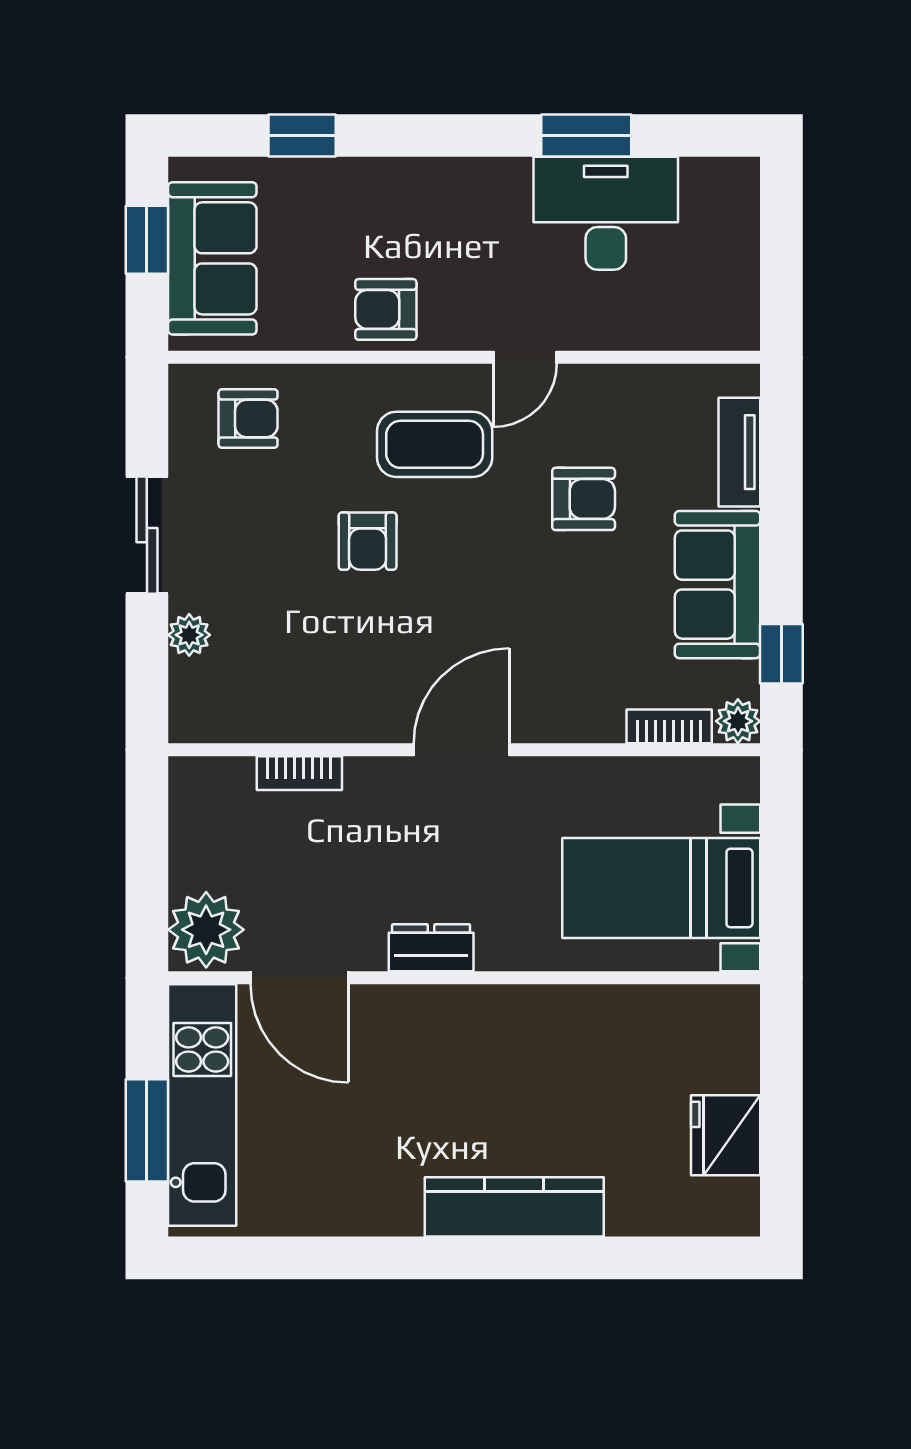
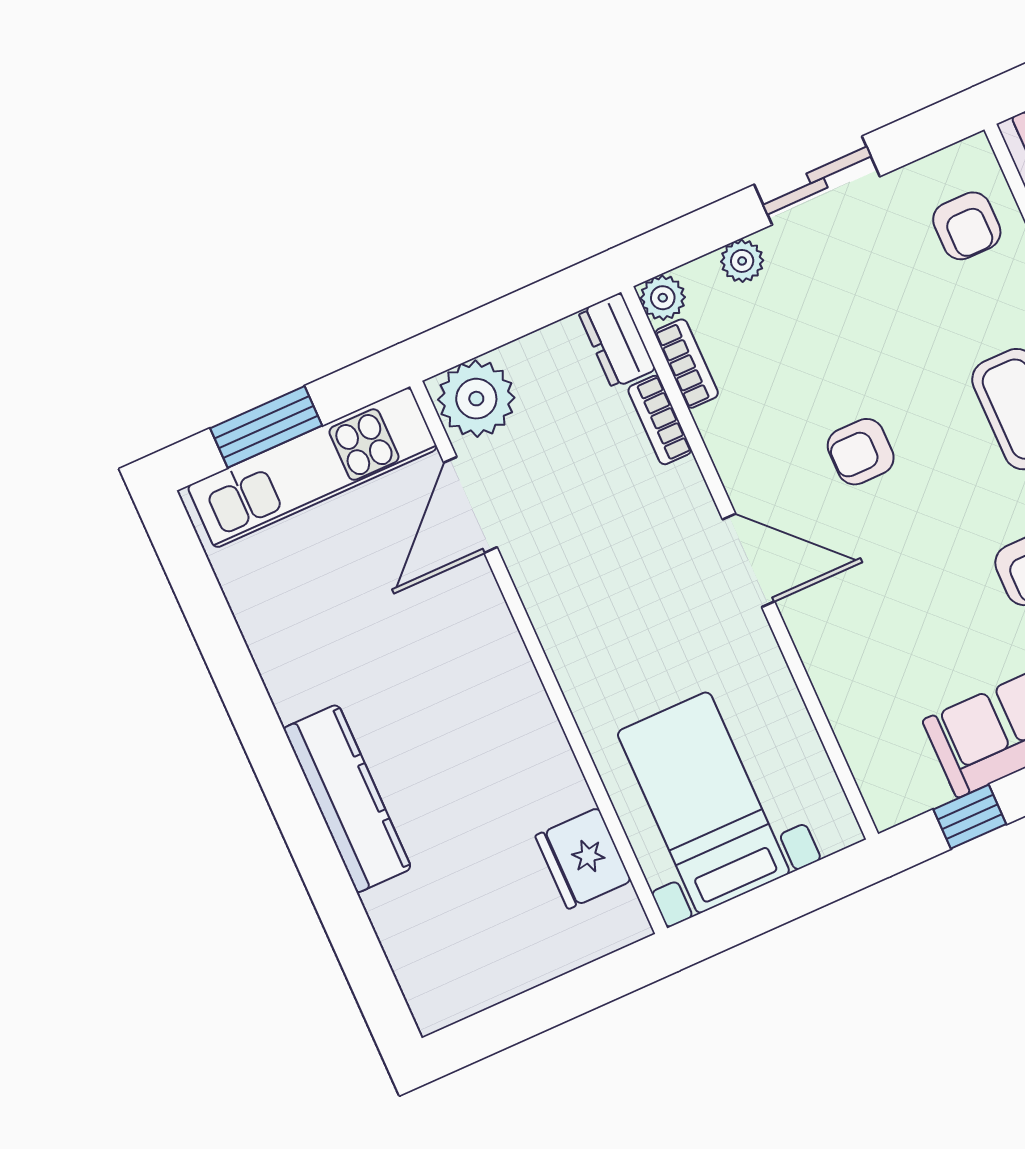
armchair: (368, 541) -> (861, 452), moved
plant: (738, 721) -> (663, 298), moved
bookcase: (669, 726) -> (686, 364), moved
dresser: (431, 948) -> (617, 341), moved, turned 180
fridge: (726, 1135) -> (583, 858), moved, turned -90

